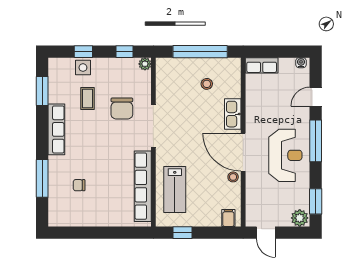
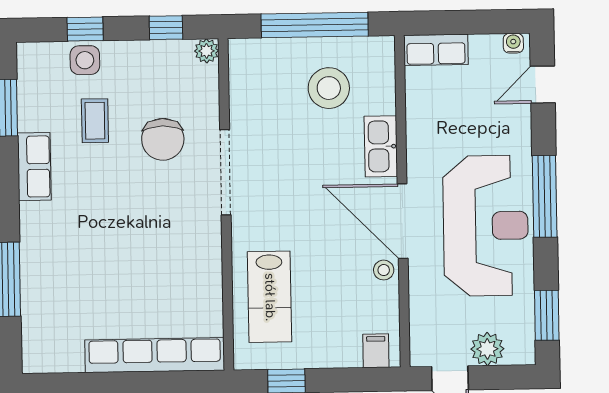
stool: (207, 84) -> (329, 88), width x1.89, depth x1.89
door: (316, 97) -> (543, 85), moved
row of seats: (56, 129) -> (34, 167), width x0.68
reception desk: (285, 155) -> (486, 226), width x1.36, depth x1.30
chair: (79, 185) -> (81, 291), removed
row of seats: (143, 186) -> (155, 355), moved, turned 90
plant: (300, 218) -> (487, 349), moved

